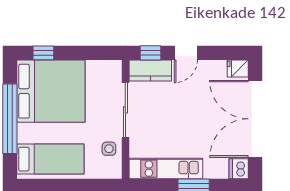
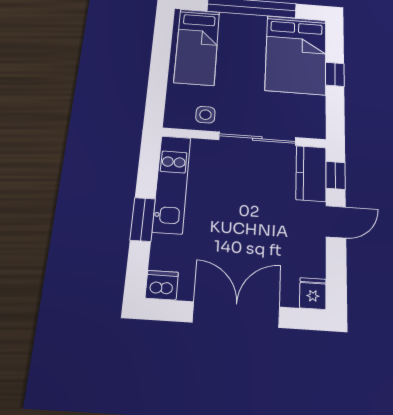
window: (43, 53) -> (335, 74), moved
door: (186, 53) -> (336, 222), swing flipped
bed: (51, 91) -> (296, 55), width x0.73
double door: (255, 119) -> (236, 315), width x0.73

